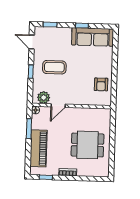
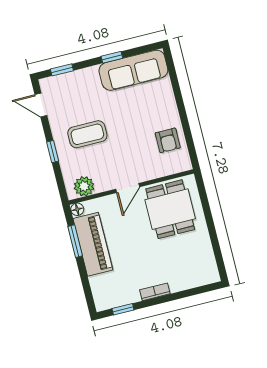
door: (58, 106) -> (128, 188), moved
dining table: (88, 145) -> (170, 209), moved, turned 90
piano: (38, 148) -> (93, 244), moved

